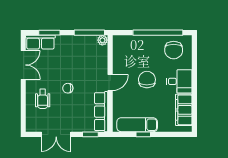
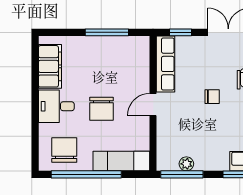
plant: (102, 40) -> (186, 164), moved
exam couch: (137, 125) -> (121, 161), moved, turned 180
window: (143, 134) -> (107, 32), width x2.17

